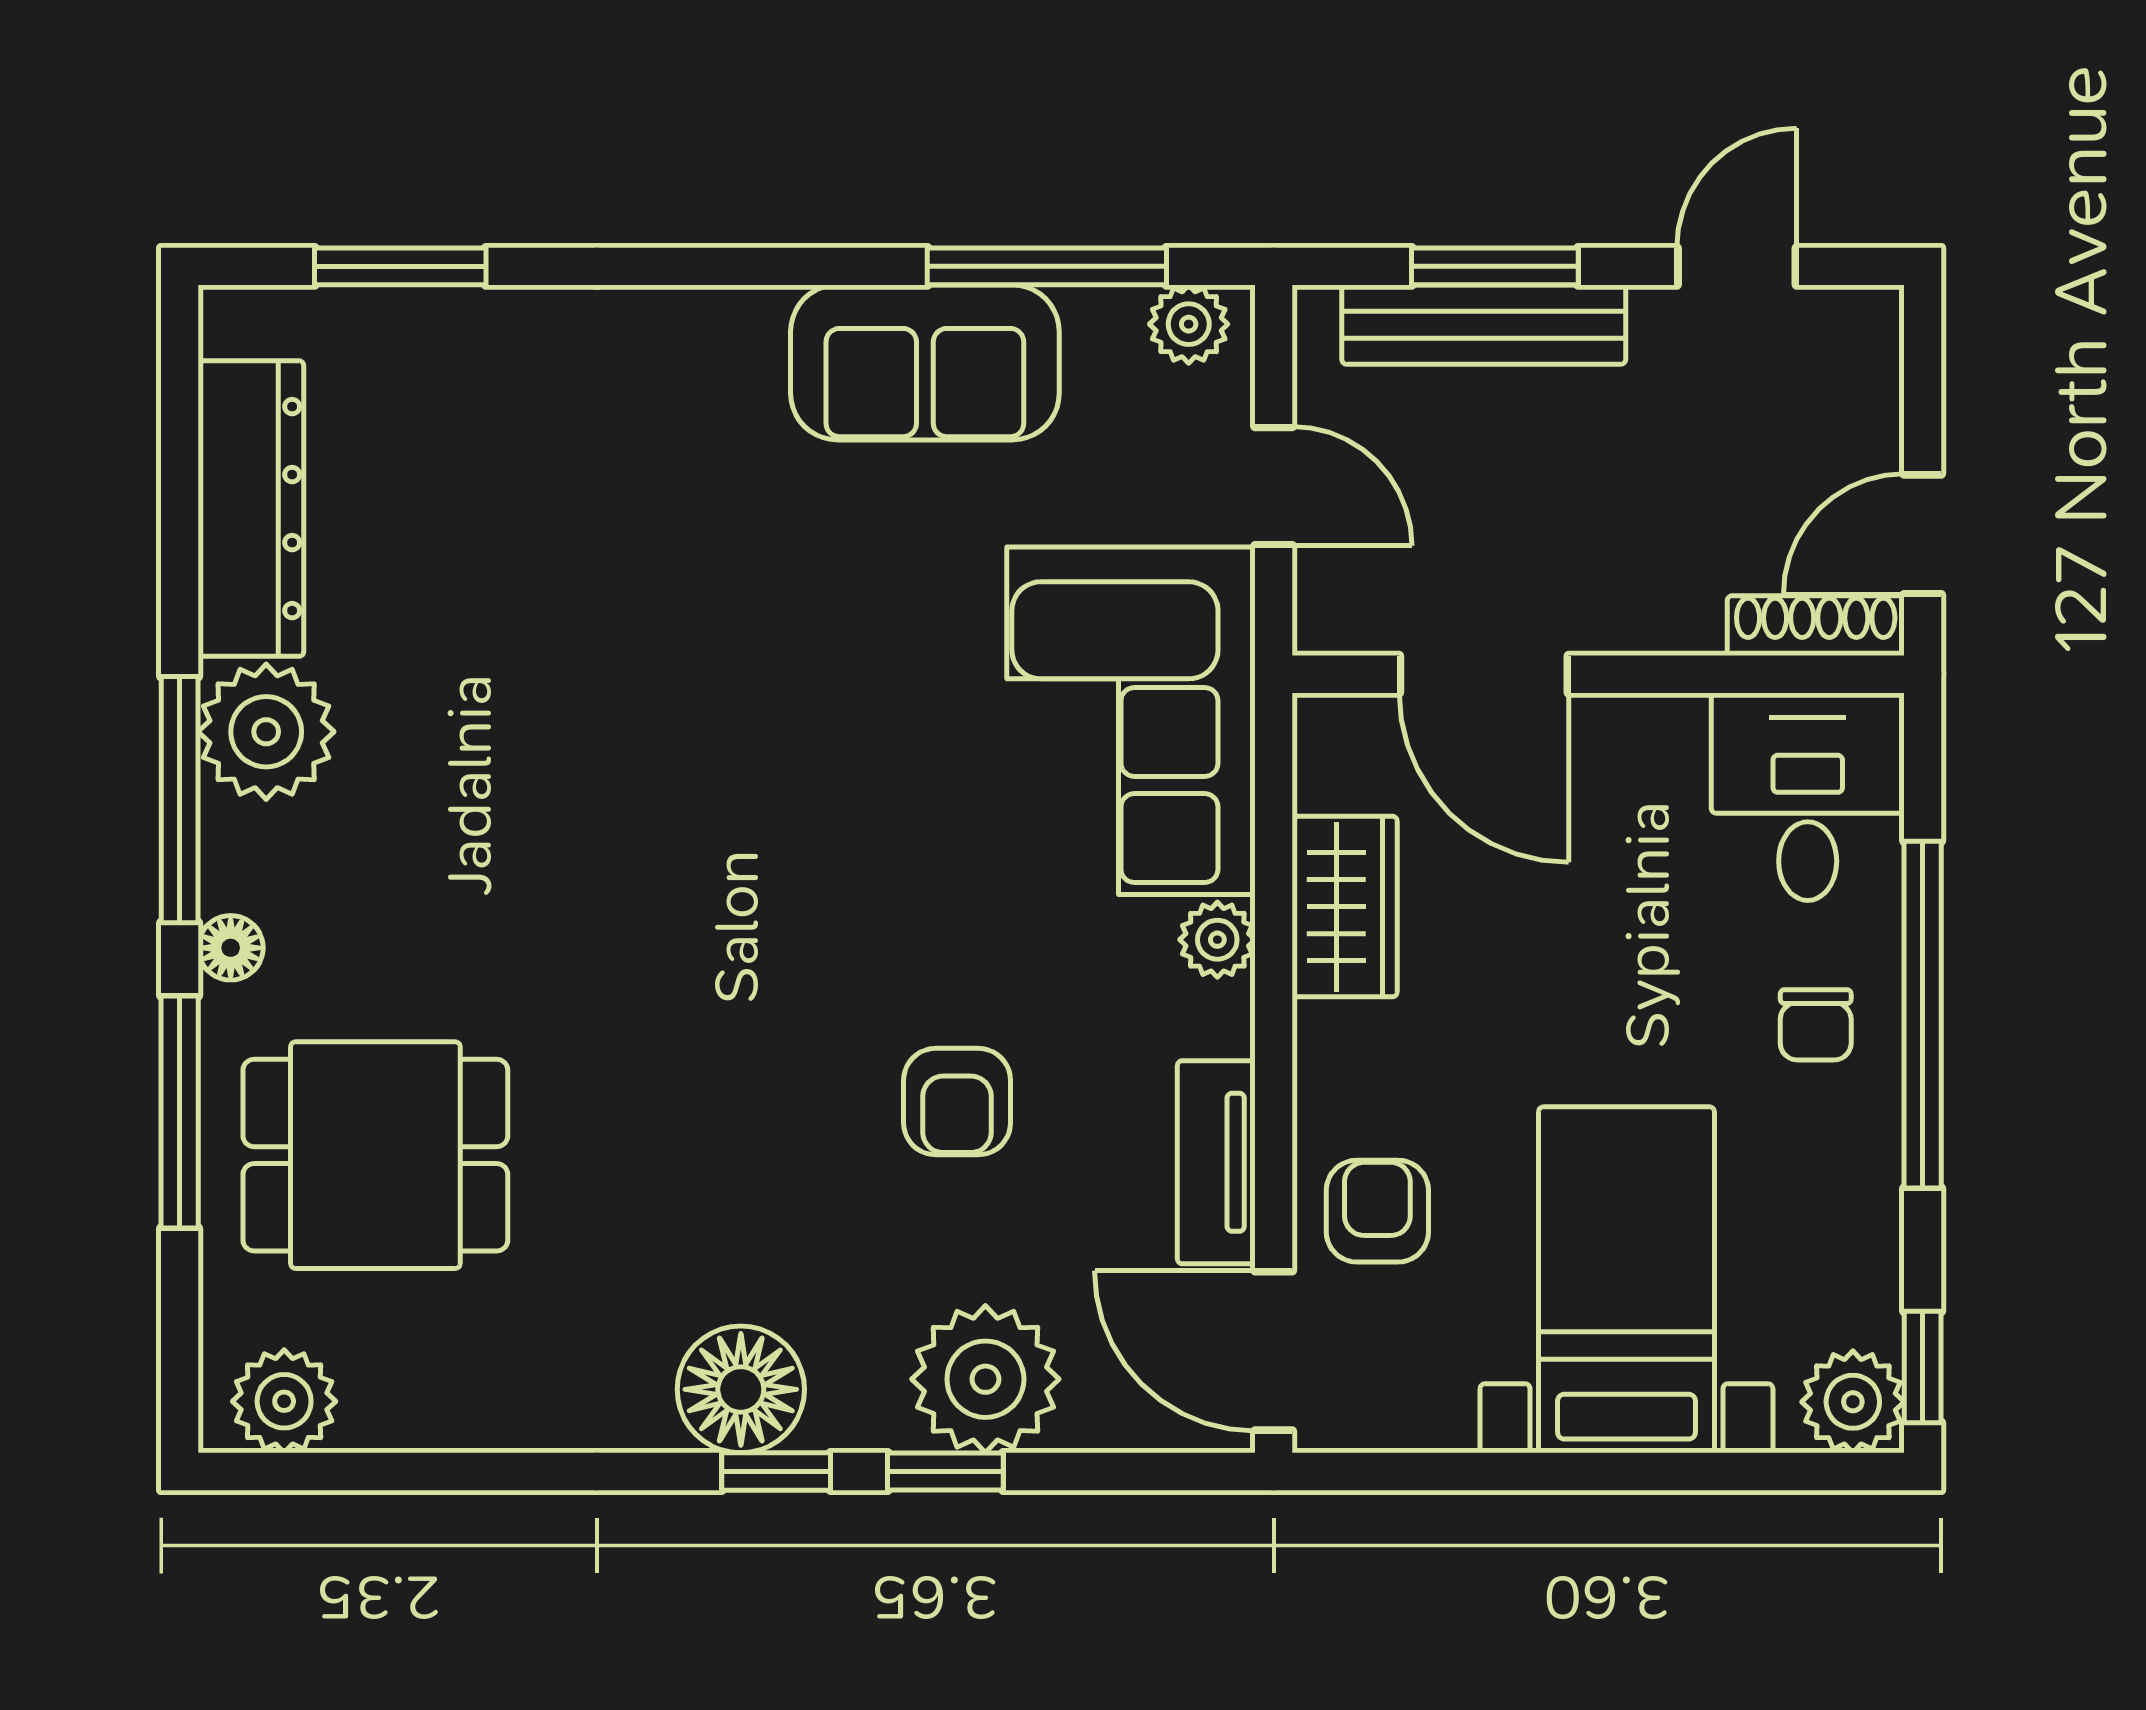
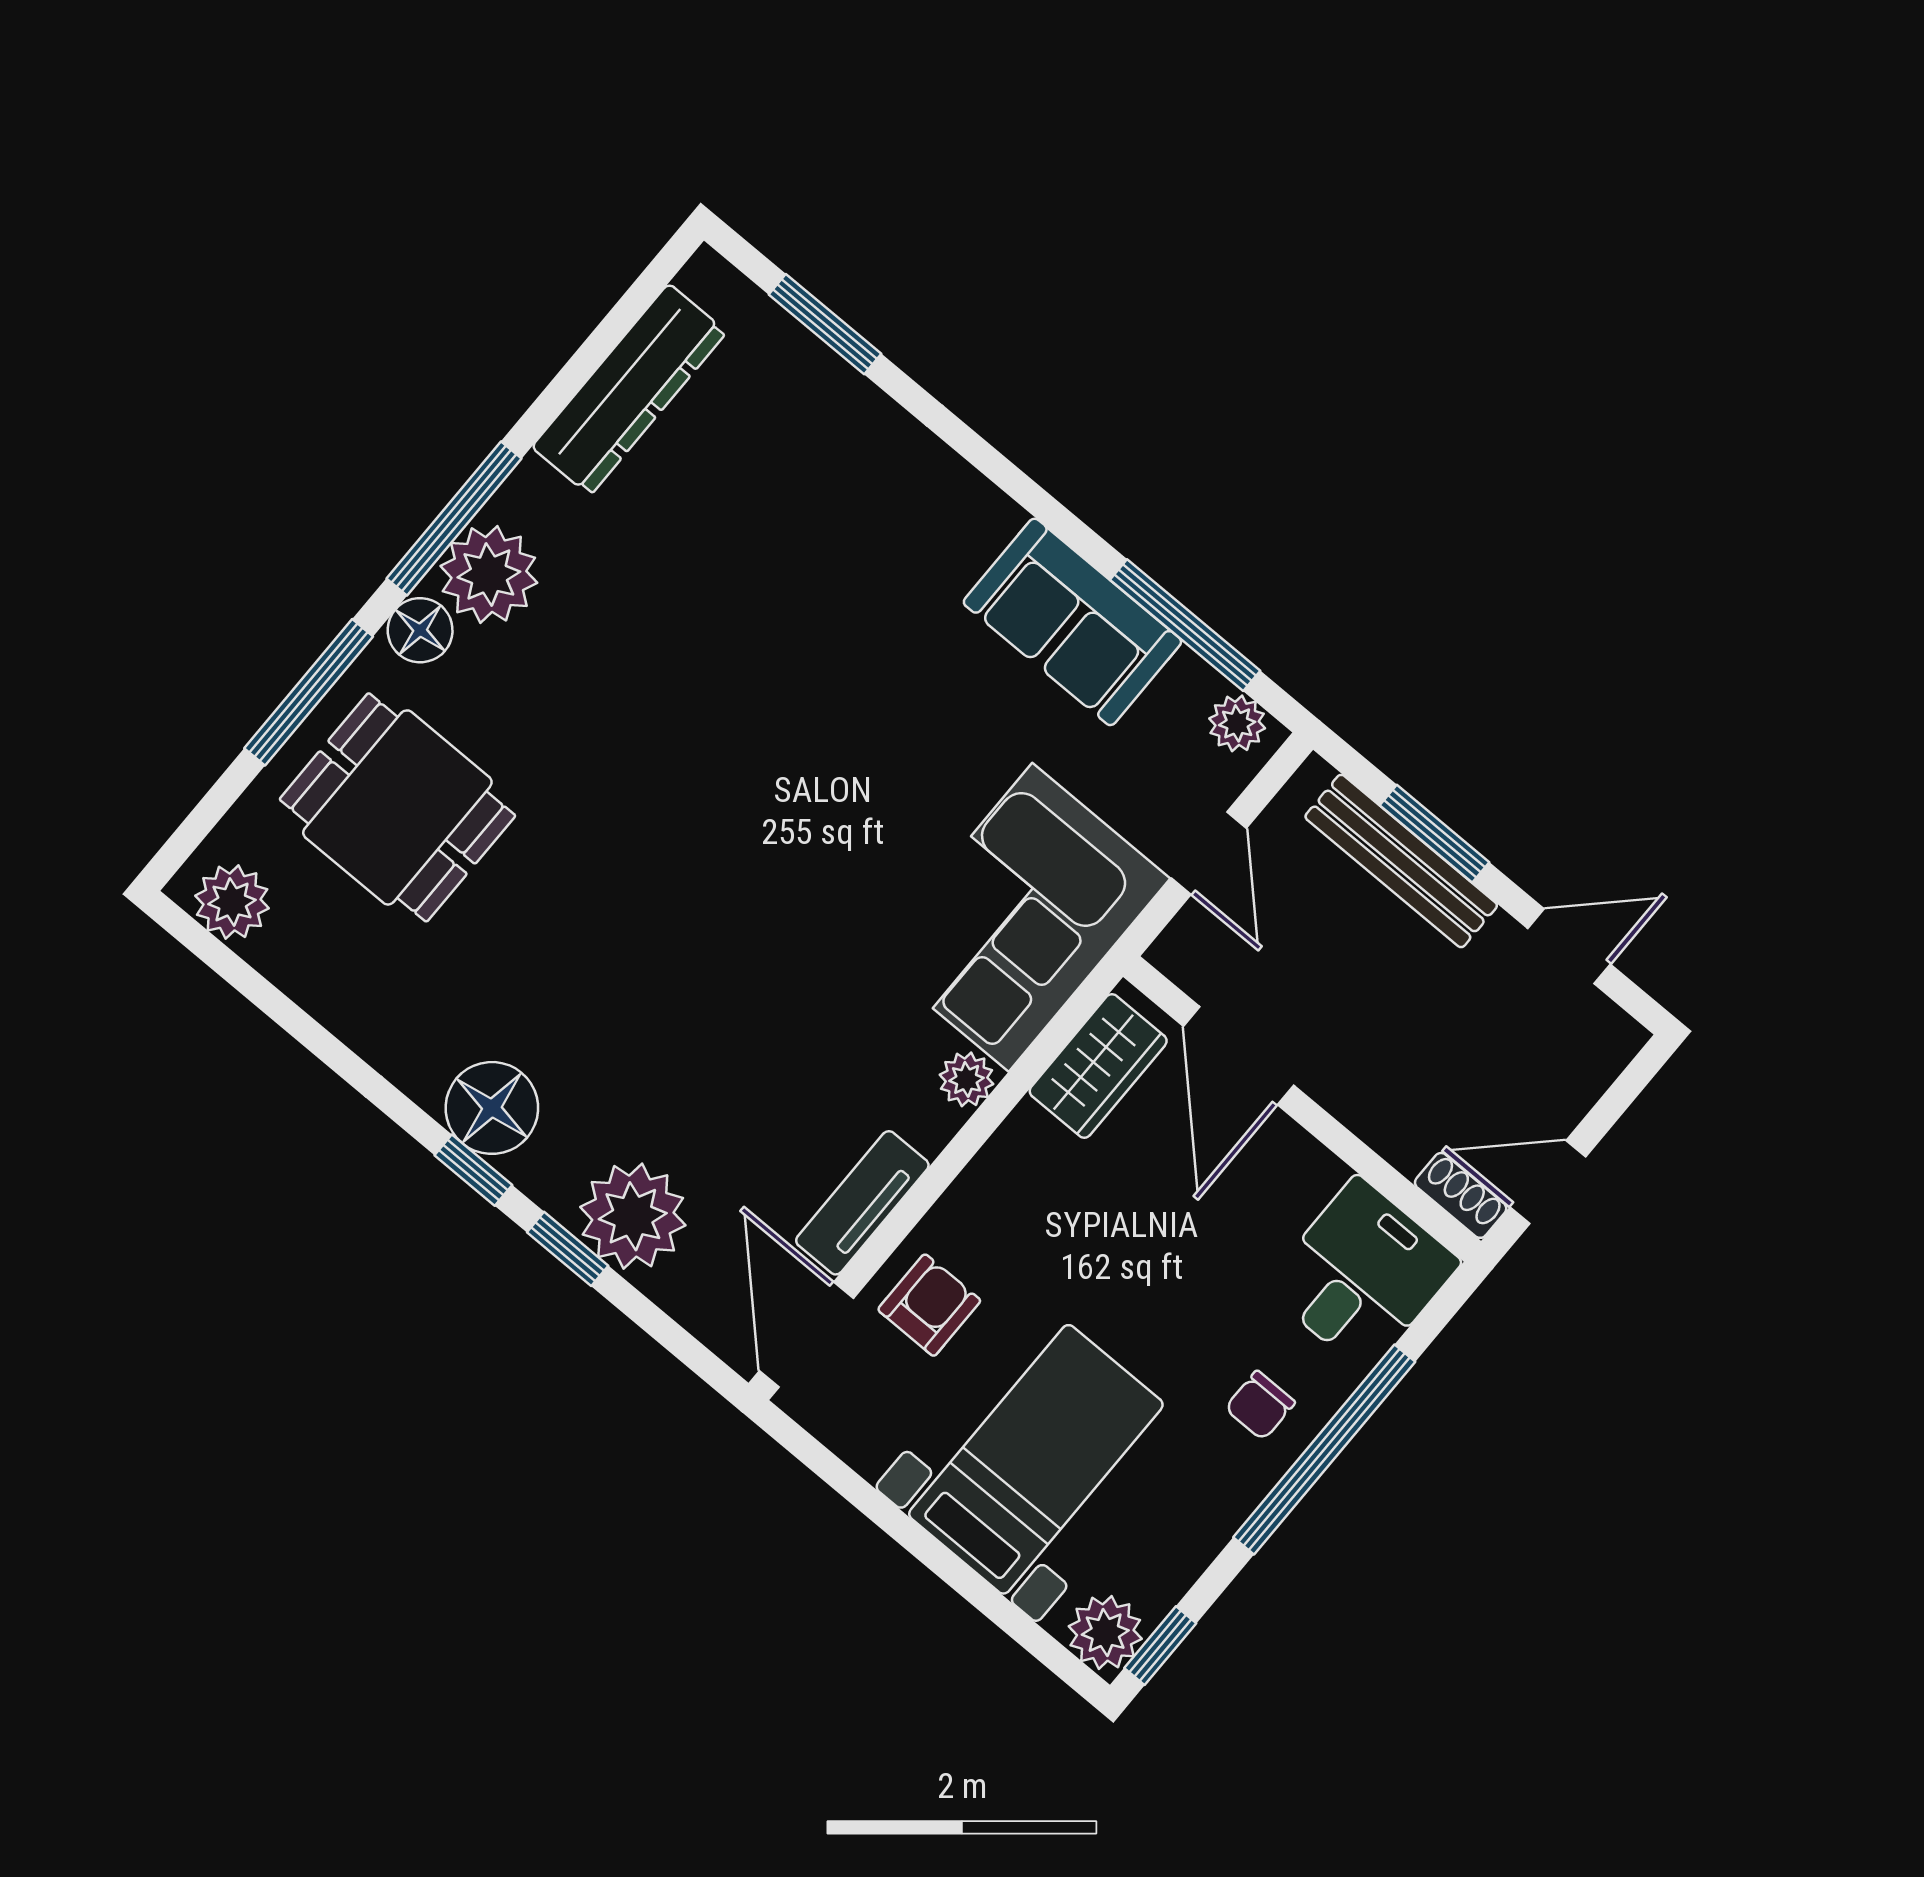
shoe rack: (1816, 626) -> (1461, 1195), width x0.70
plant: (266, 732) -> (489, 574), moved
wardrobe: (1345, 907) -> (1098, 1066), moved
floor lamp: (231, 948) -> (420, 630), width x1.37, depth x1.37
armchair: (957, 1102) -> (746, 1048), removed

